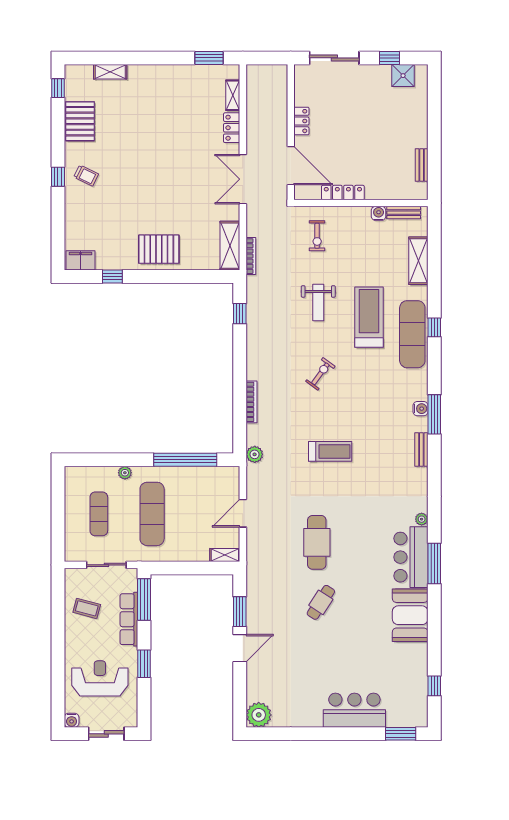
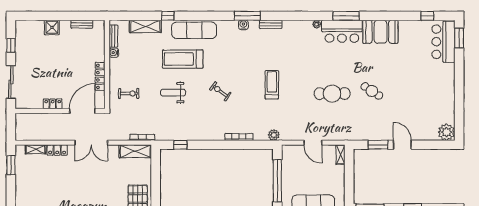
shower: (403, 76) -> (52, 27), moved
weight bench: (318, 303) -> (173, 93), turned 180
window: (434, 327) -> (168, 16), moved
bar counter: (354, 710) -> (443, 42), moved

